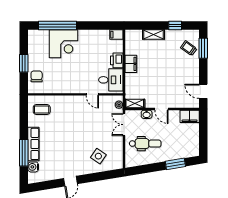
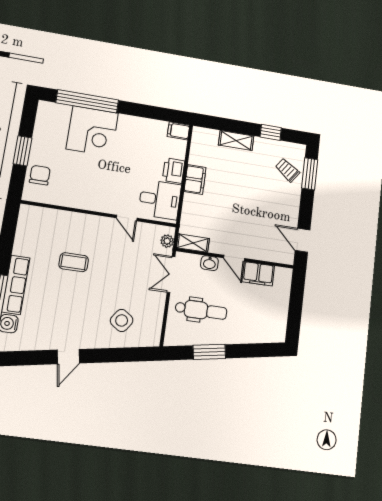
coffee table: (42, 110) -> (74, 262), moved
filing cabinet: (190, 116) -> (258, 274), moved
window: (175, 164) -> (209, 352), moved

